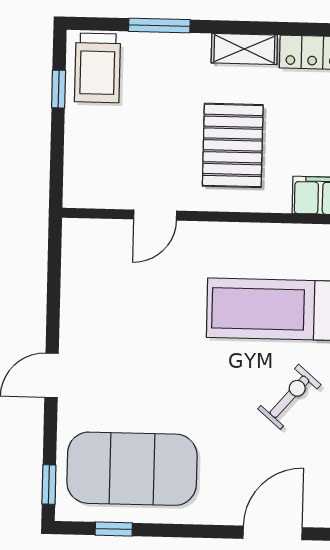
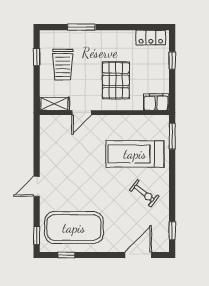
shelving: (244, 49) -> (54, 104), moved
trolley: (97, 68) -> (63, 65), moved
exercise bike: (289, 397) -> (144, 193), turned 87

